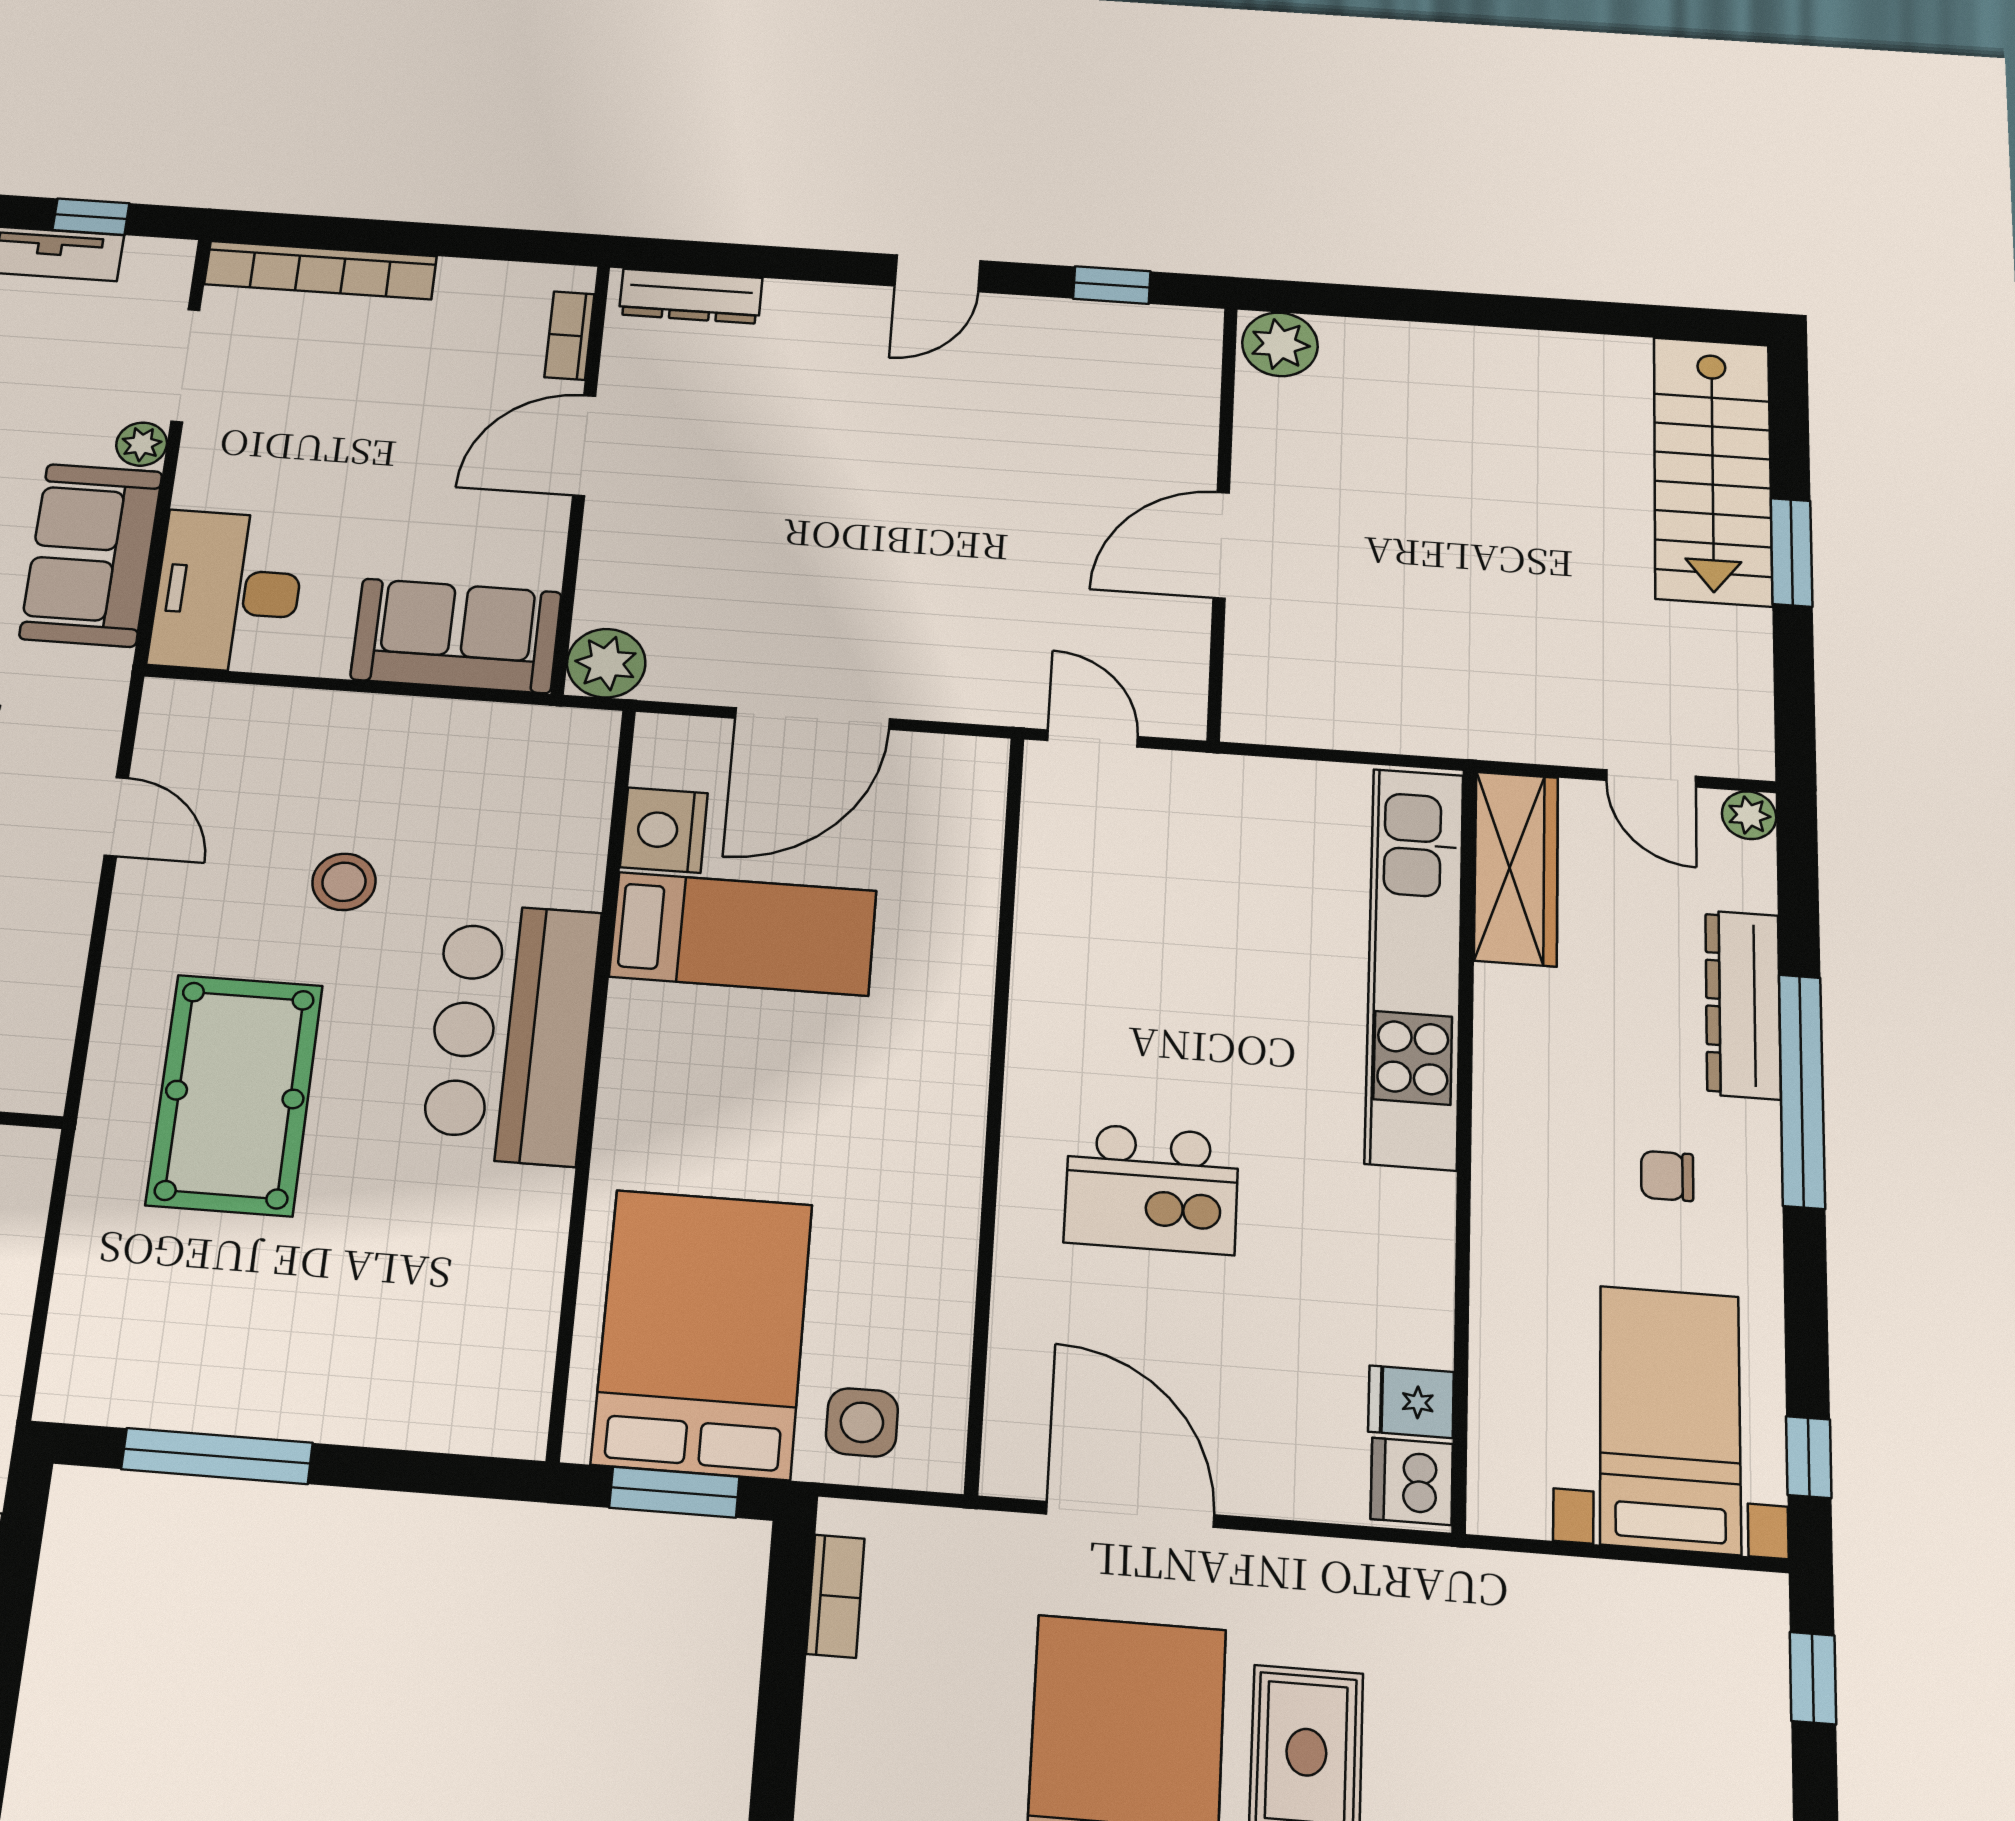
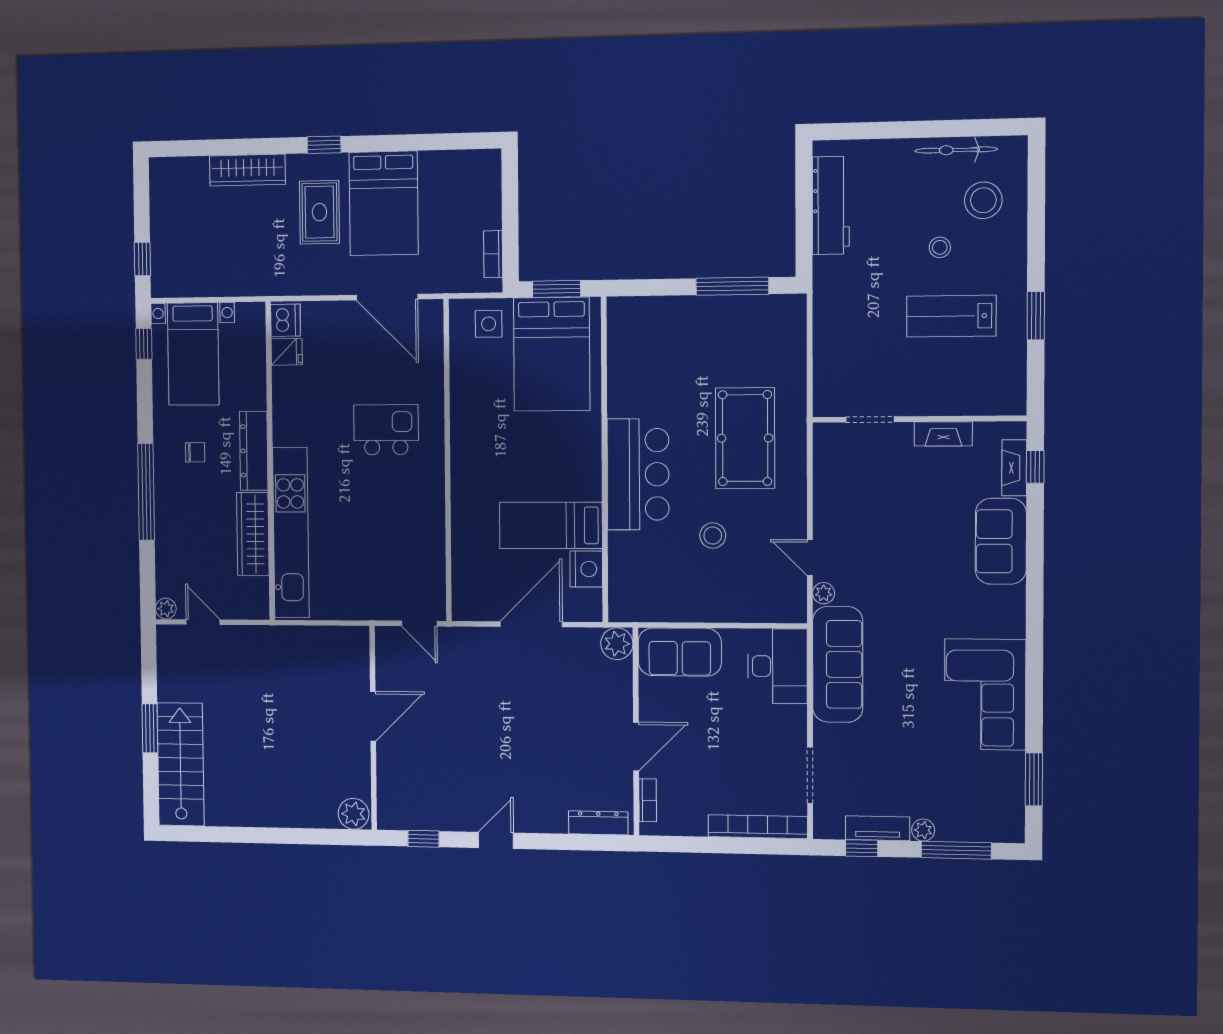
plant: (142, 444) -> (824, 593), moved
sofa: (91, 555) -> (838, 664), width x1.36
wardrobe: (1516, 868) -> (253, 534), moved
dresser: (1743, 1004) -> (254, 451), moved, turned 180

